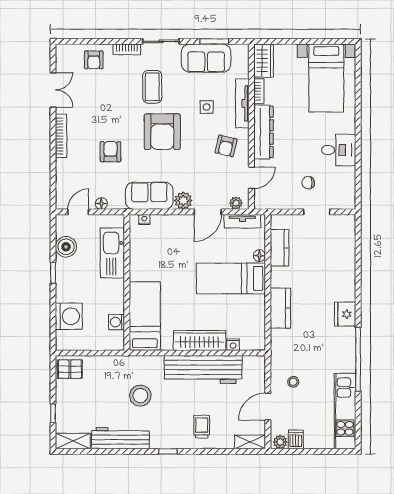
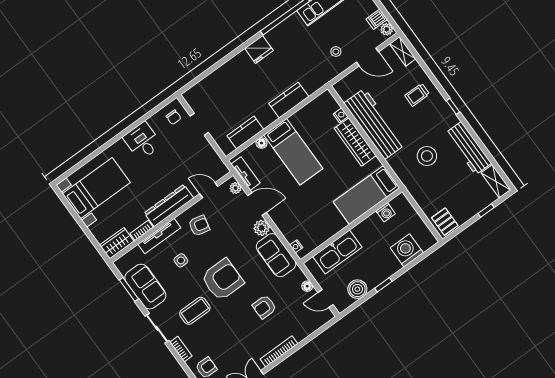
chair: (308, 183) -> (174, 117), moved

